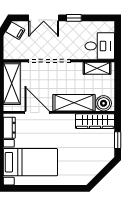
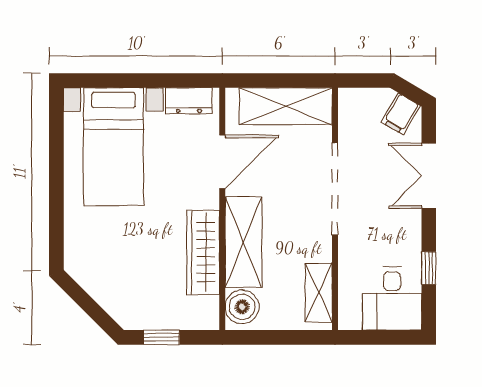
window: (74, 18) -> (429, 268), moved
desk: (100, 46) -> (392, 298), moved
wardrobe: (95, 121) -> (203, 252), moved

